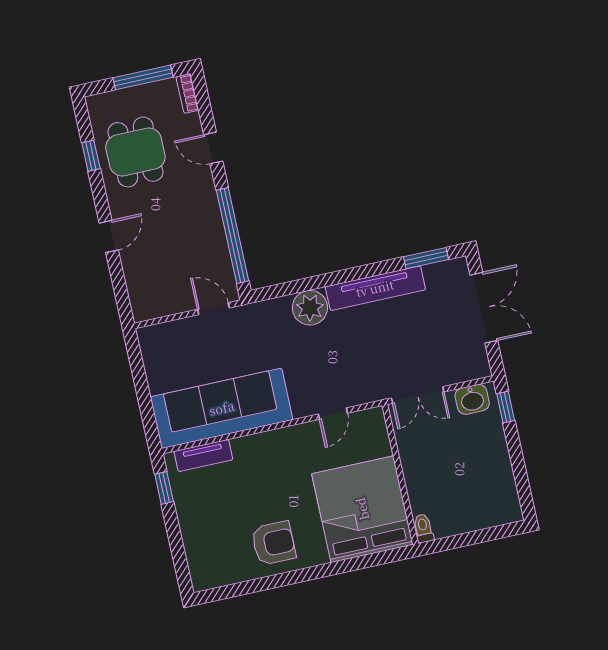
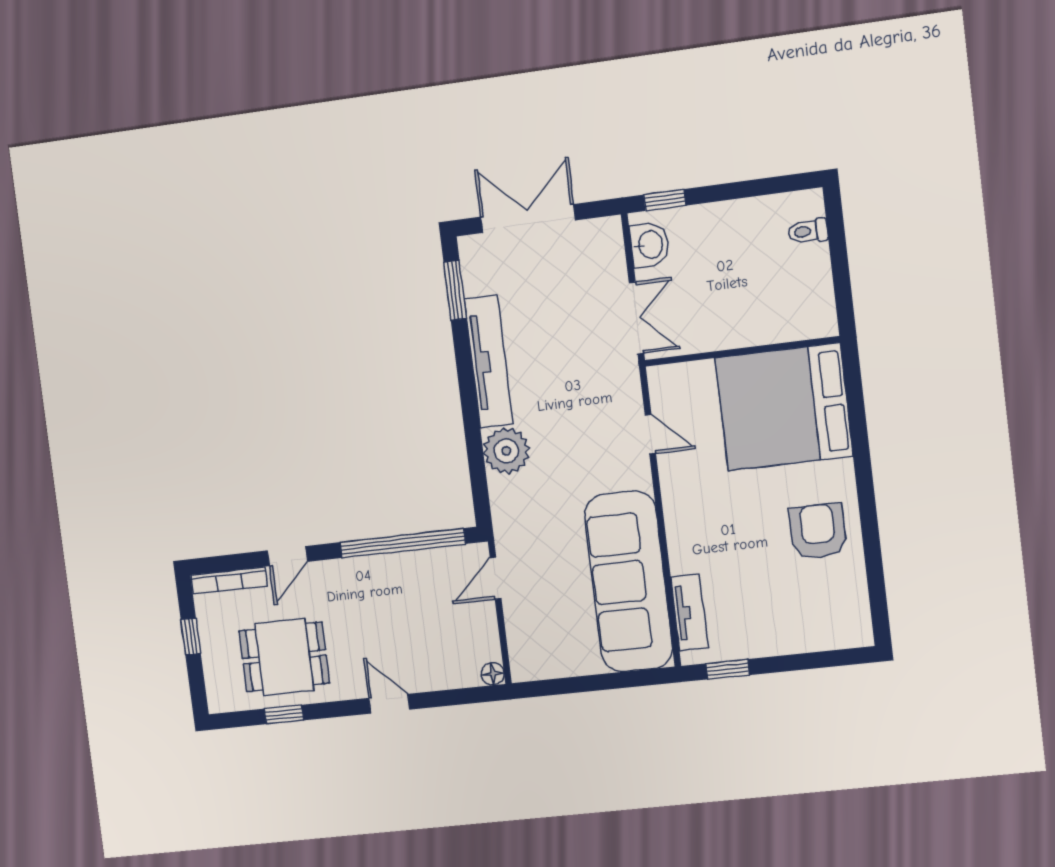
window: (143, 77) -> (191, 637), width x0.46
bookcase: (187, 94) -> (229, 580), width x1.56
floor lamp: (141, 313) -> (493, 674), added
toilet: (423, 528) -> (808, 231), moved

